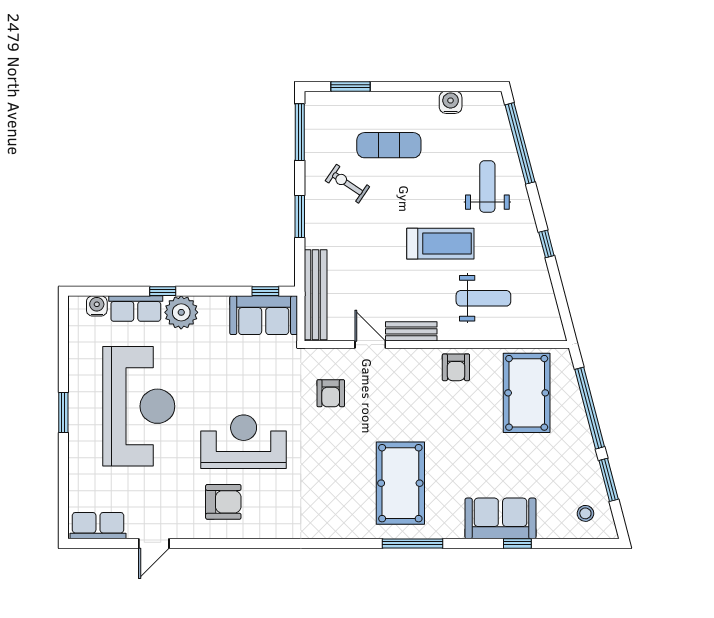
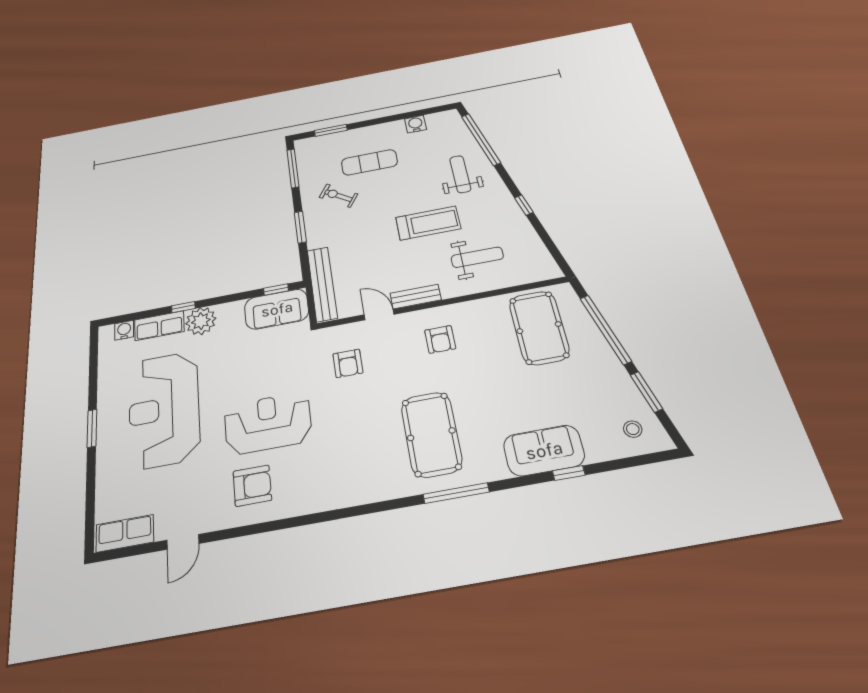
armchair: (456, 367) -> (440, 339), moved
reception desk: (139, 406) -> (164, 409), turned 180

